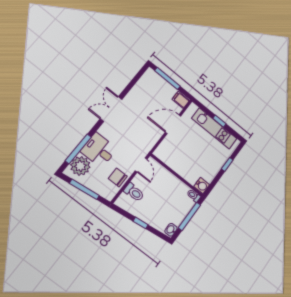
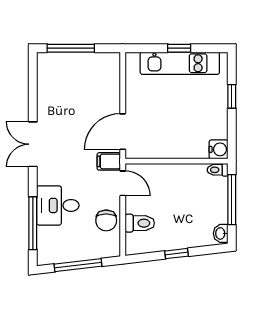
filing cabinet: (181, 100) -> (109, 161), moved
door: (173, 124) -> (123, 132), moved
plant: (80, 166) -> (51, 241), removed
chair: (118, 177) -> (106, 220), turned -90

